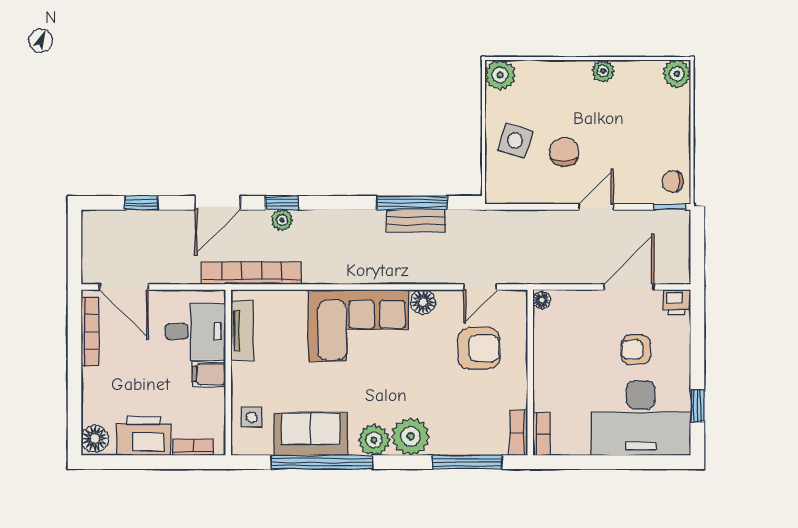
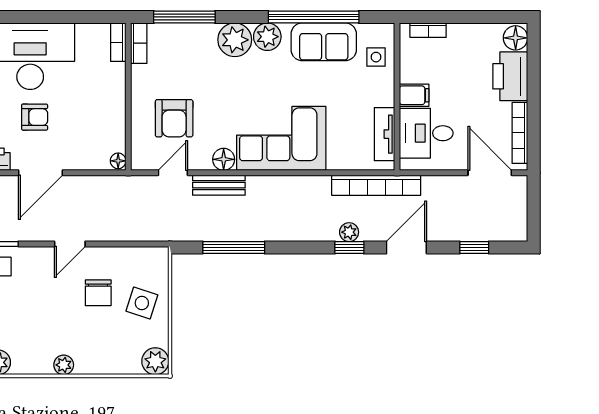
bench: (416, 221) -> (219, 185), moved
armchair: (479, 348) -> (174, 118), turned -90
printer: (143, 436) -> (510, 76), moved, turned 90

